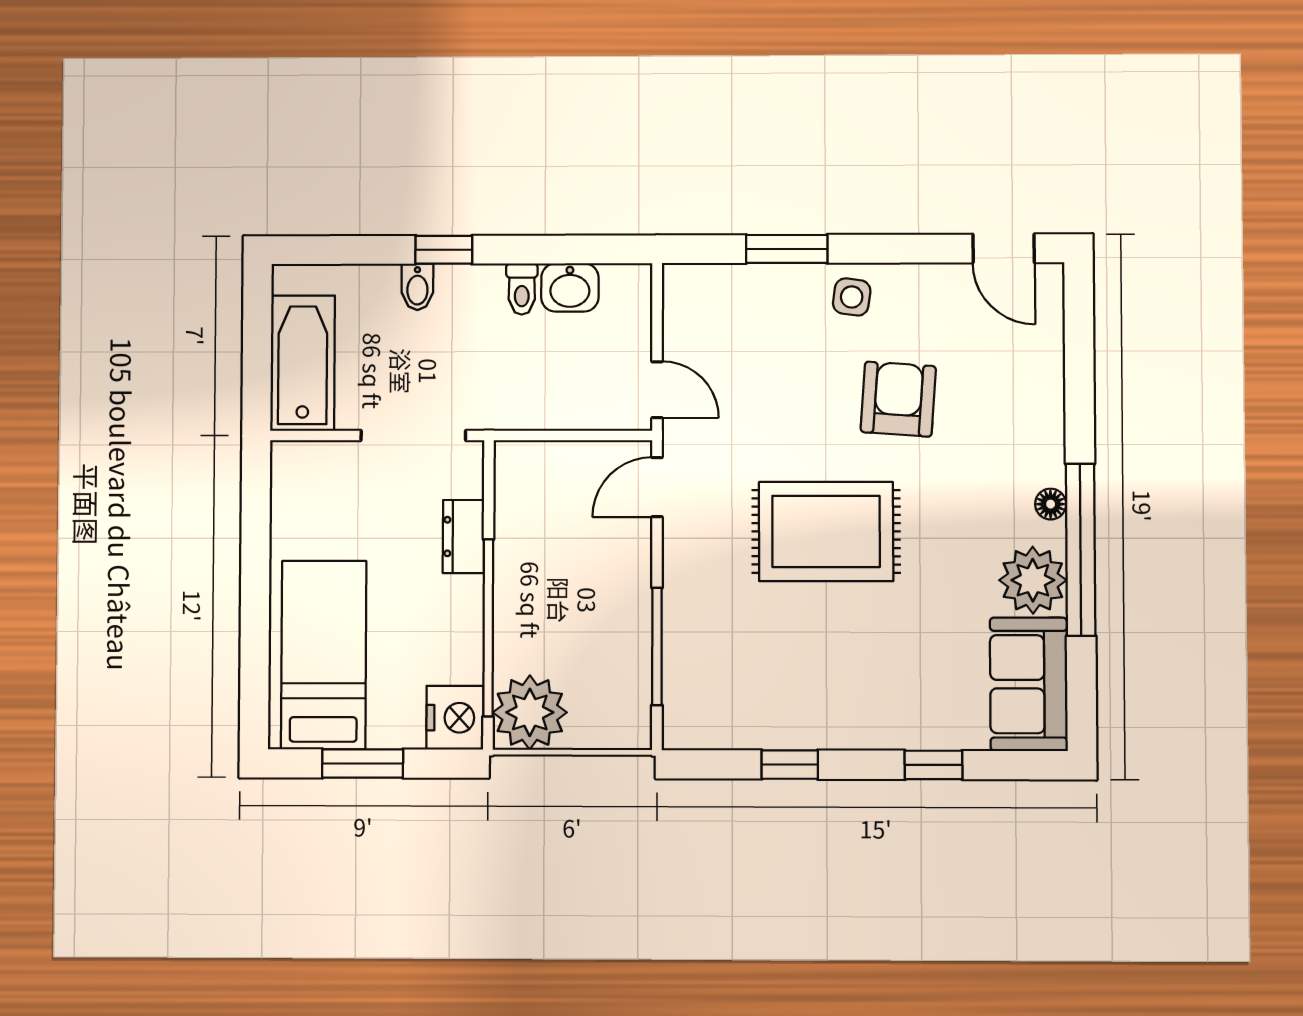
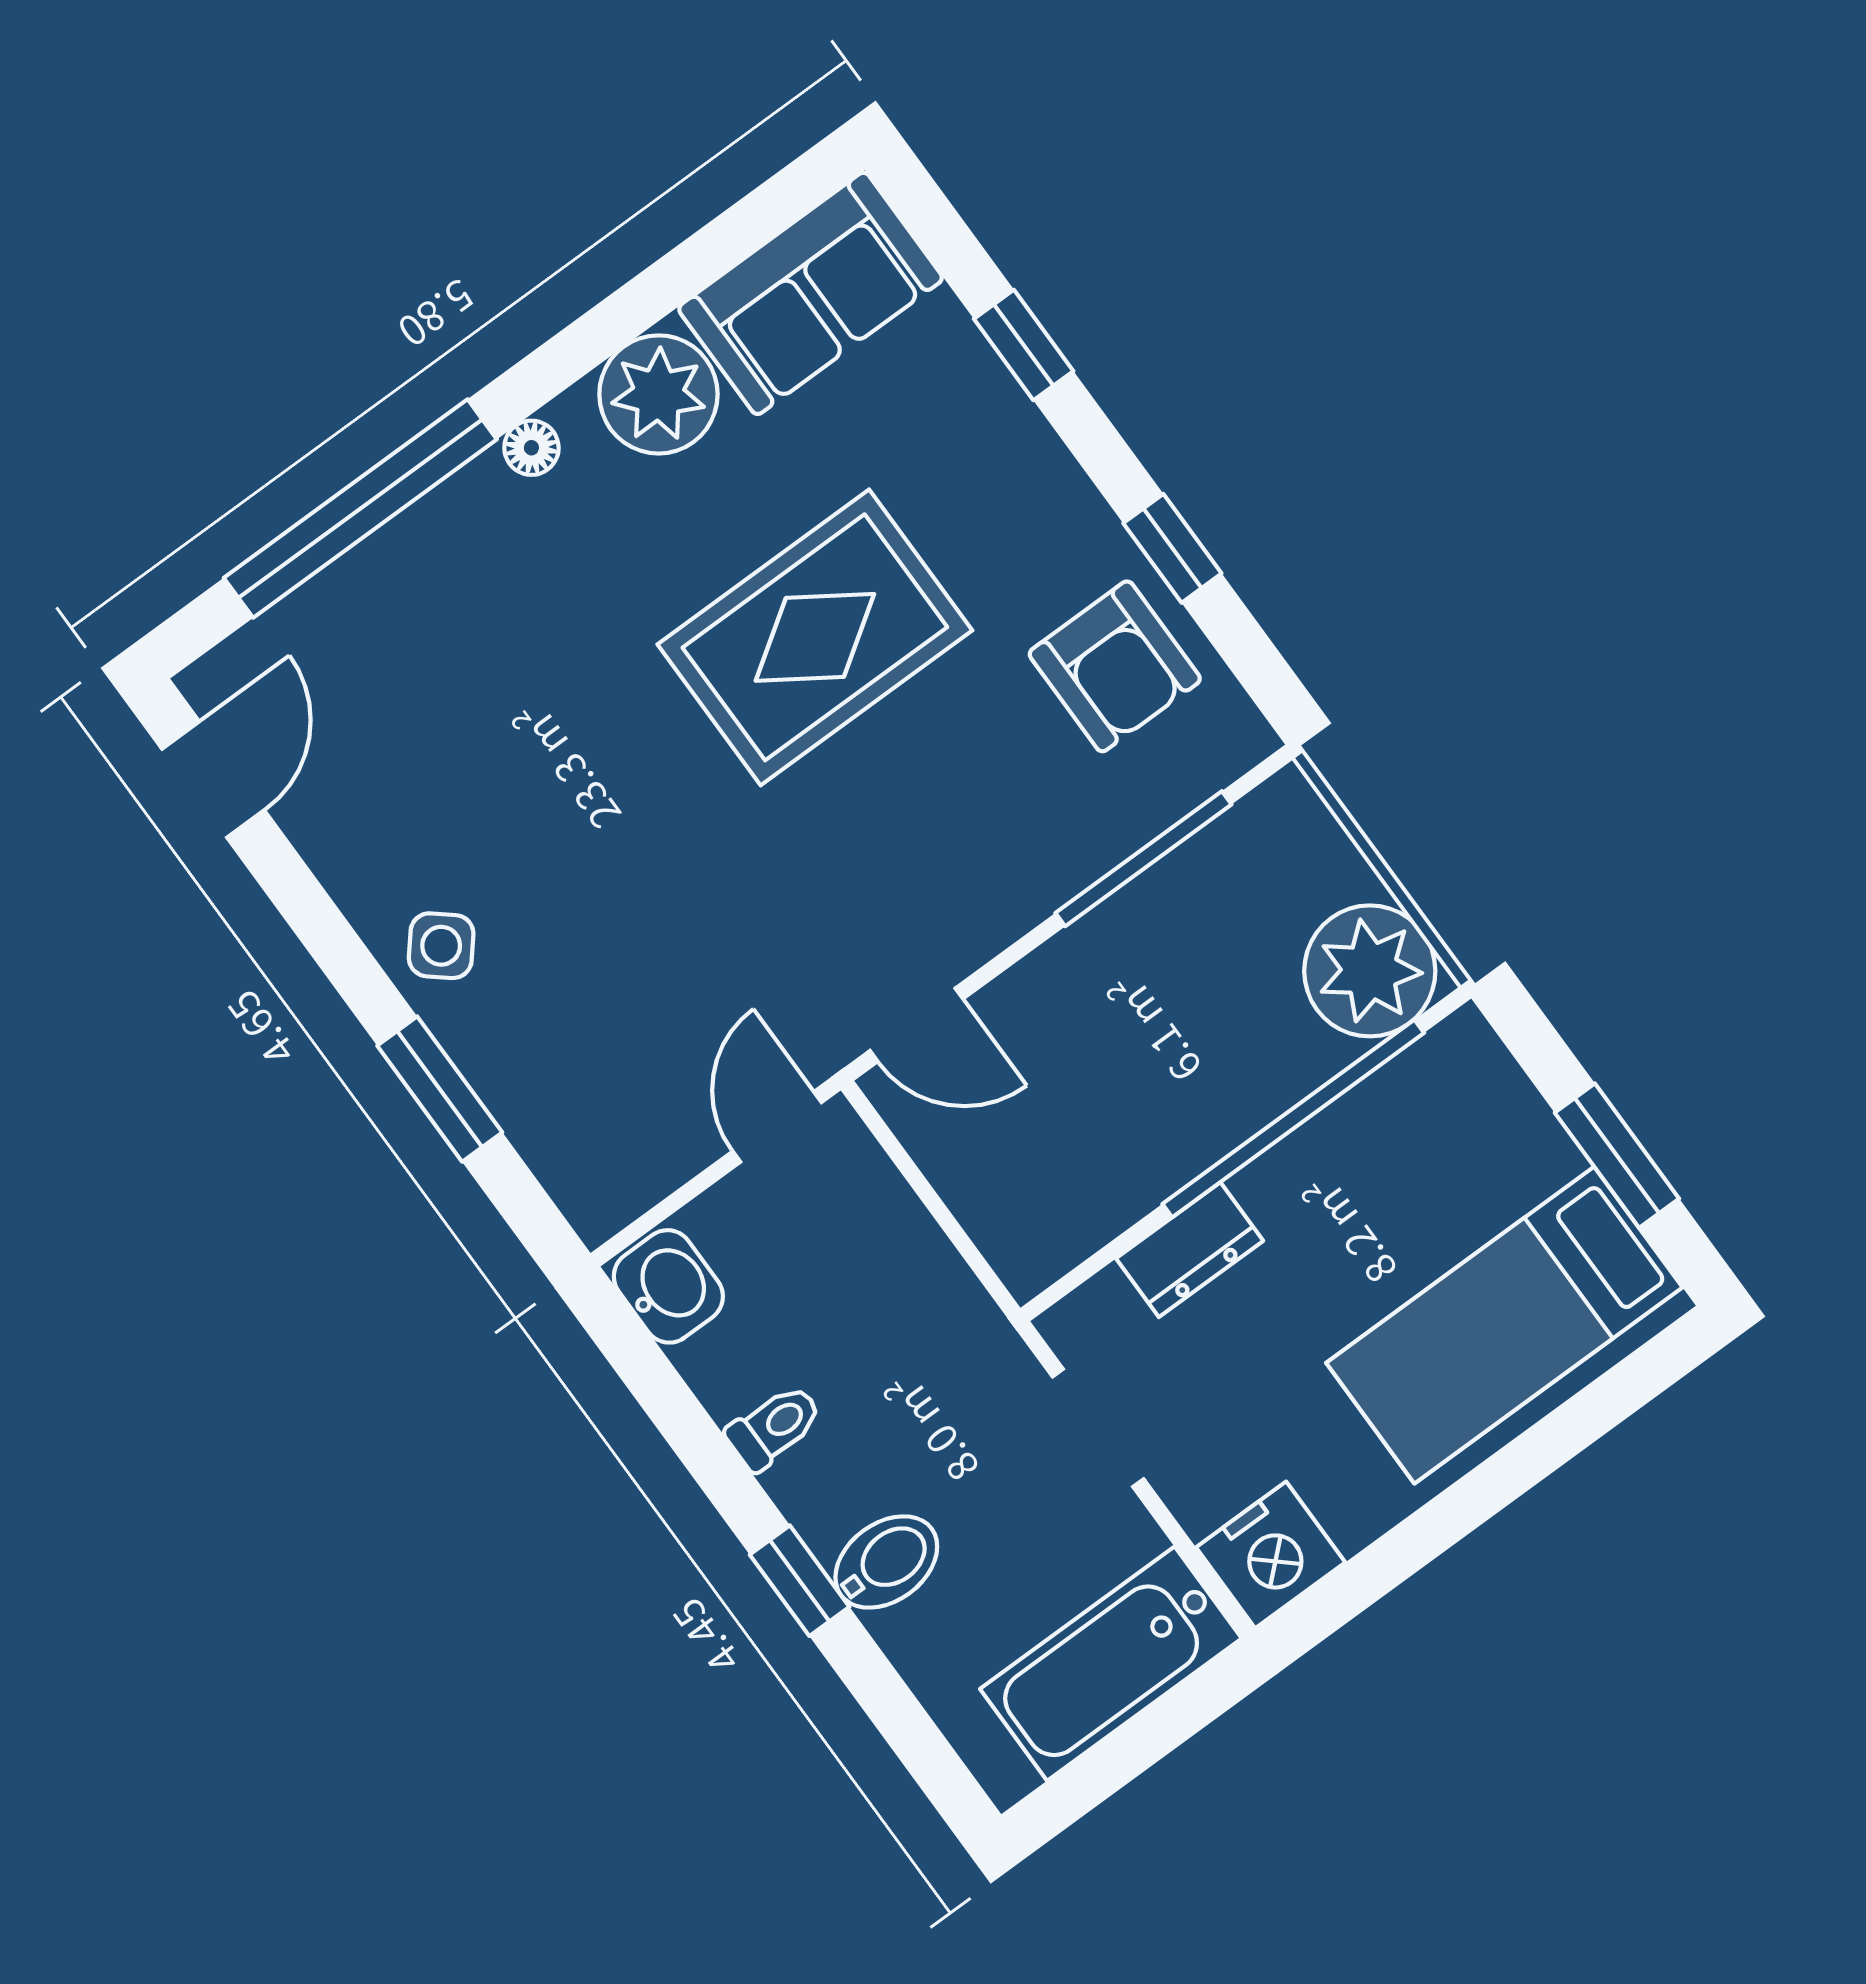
bidet: (417, 287) -> (886, 1562), width x1.38, depth x1.36
washbasin: (570, 287) -> (668, 1286), moved
side table: (852, 297) -> (441, 946), turned 32
armchair: (898, 399) -> (1115, 666), moved, turned -94
doorway: (413, 436) -> (1098, 1428), width x0.73
rug: (826, 531) -> (815, 637), moved, turned 90
window: (1081, 550) -> (360, 509), moved
nightstand: (455, 718) -> (1271, 1555), moved, turned 180

